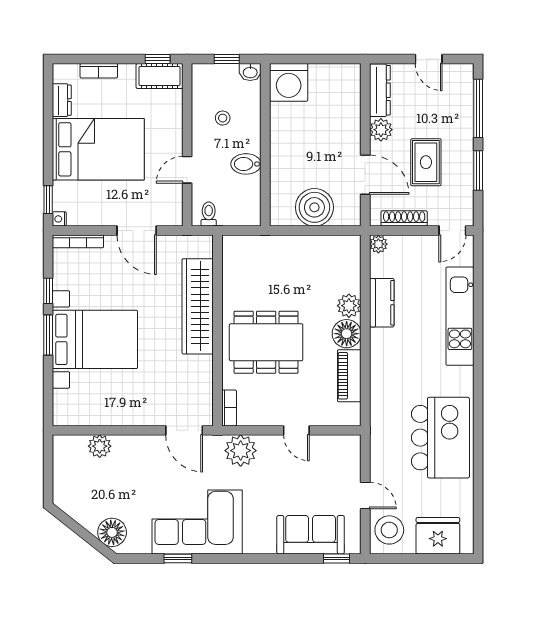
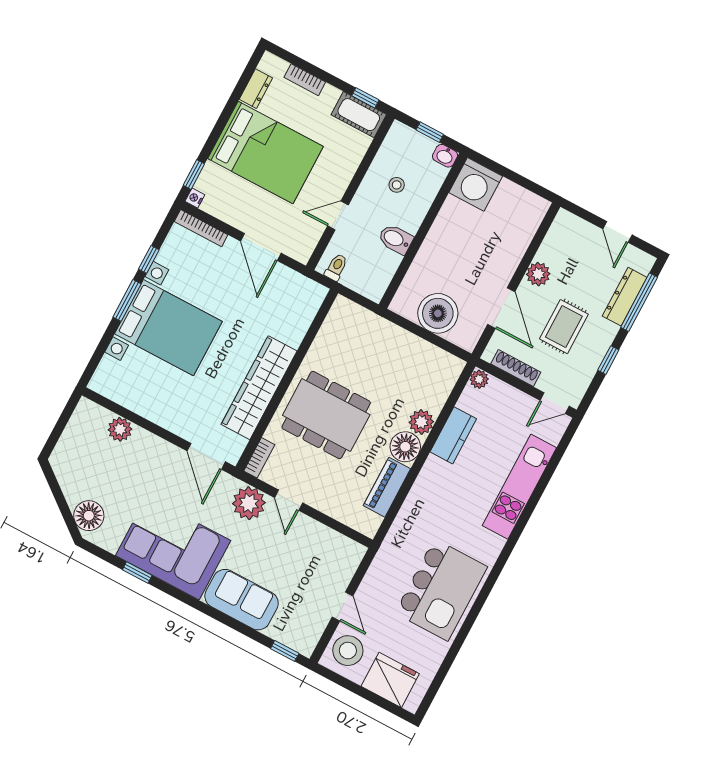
dresser: (380, 90) -> (625, 297), moved, turned 180
window: (478, 170) -> (608, 360), width x0.67
wardrobe: (198, 306) -> (259, 388), moved
door: (296, 430) -> (289, 500), moved
sofa: (311, 535) -> (242, 600), moved

